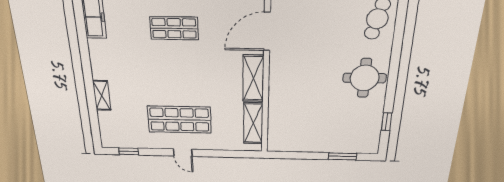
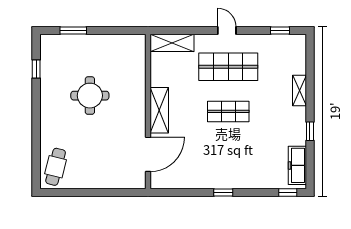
shop shelf: (174, 28) -> (228, 111), moved
window: (85, 54) -> (310, 131), added
round table: (364, 78) -> (90, 96), moved
shelving: (253, 123) -> (172, 43), moved, turned 90

